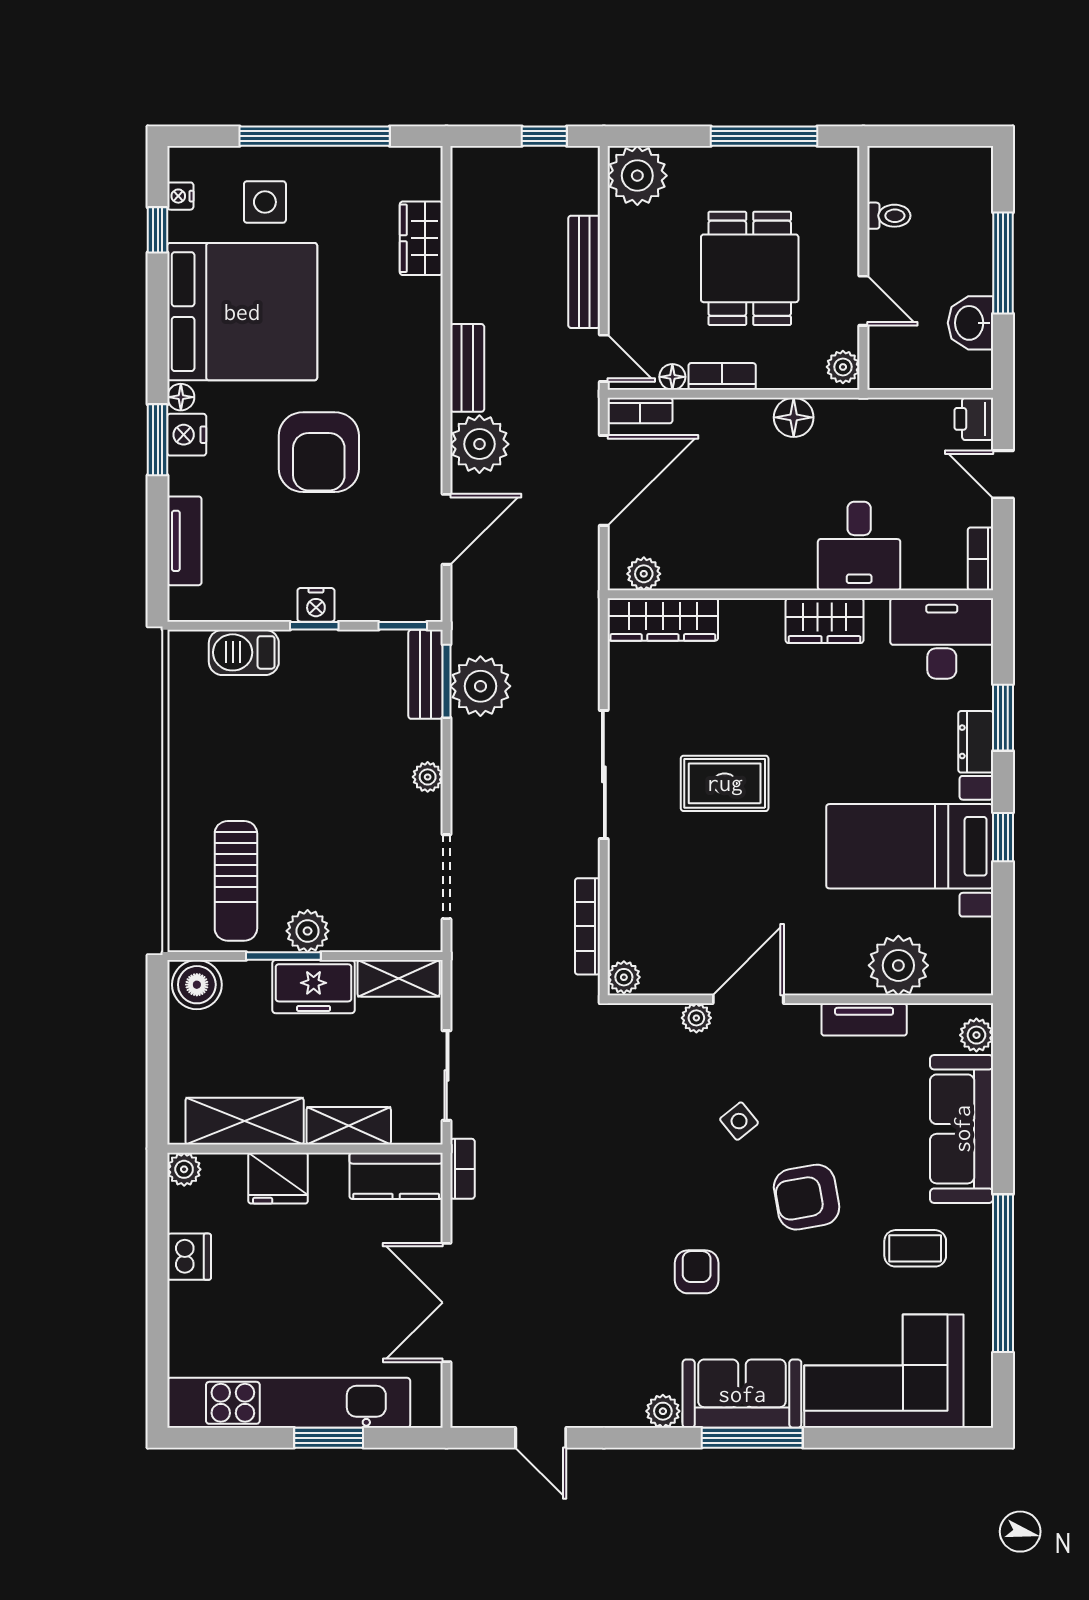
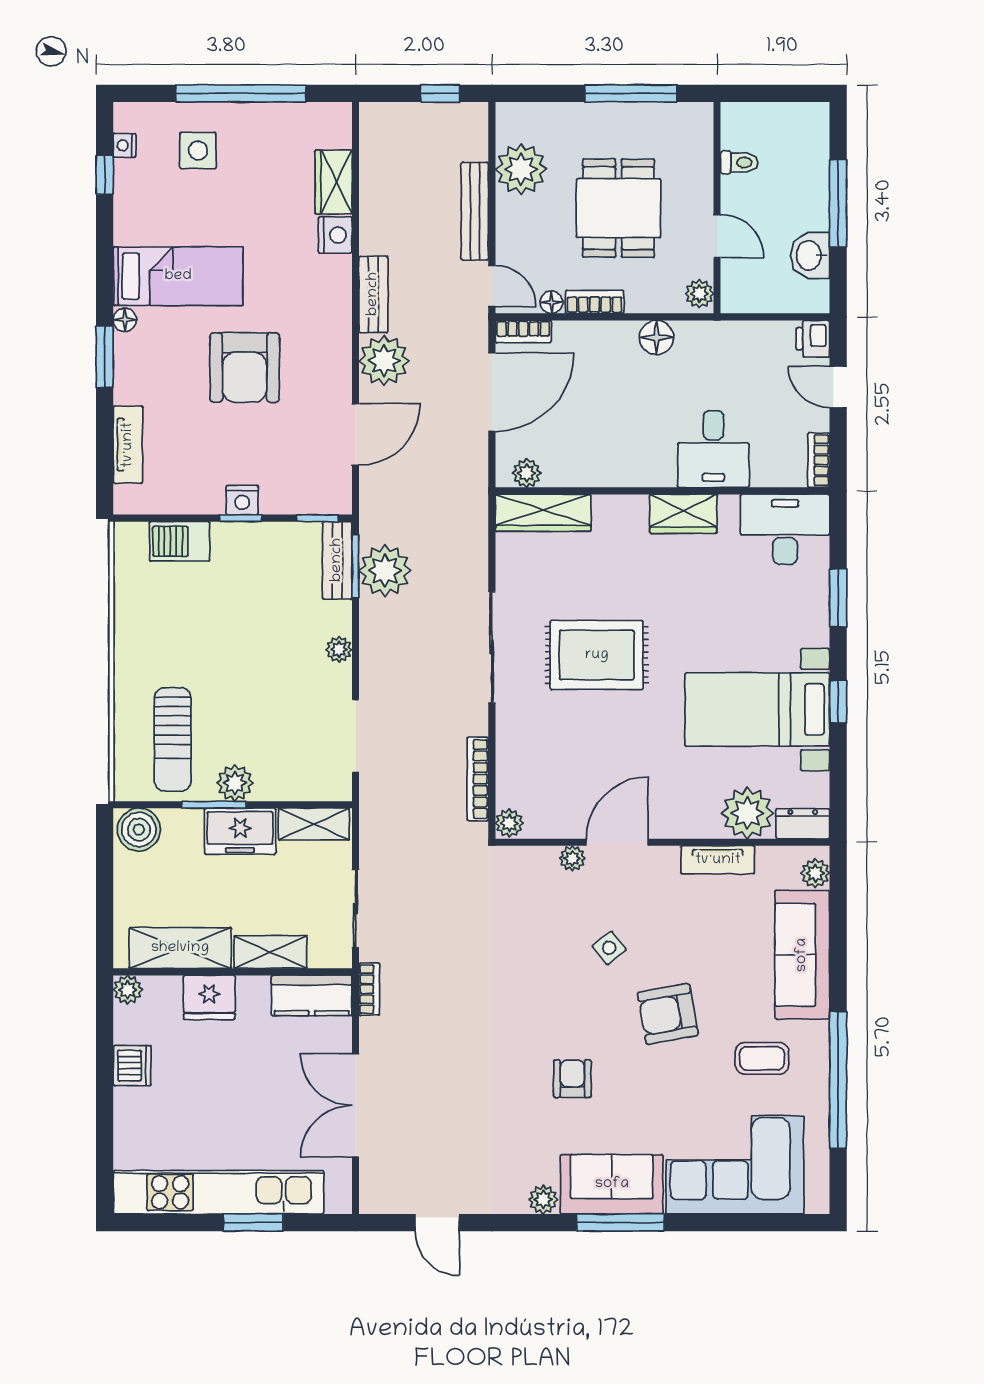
plant: (637, 176) -> (521, 169), moved
bed: (242, 312) -> (178, 276), width x0.49
nightstand: (187, 435) -> (335, 235), moved, turned 180
dresser: (976, 742) -> (803, 824), moved, turned 90
rug: (725, 783) -> (597, 655), width x1.36, depth x1.43

